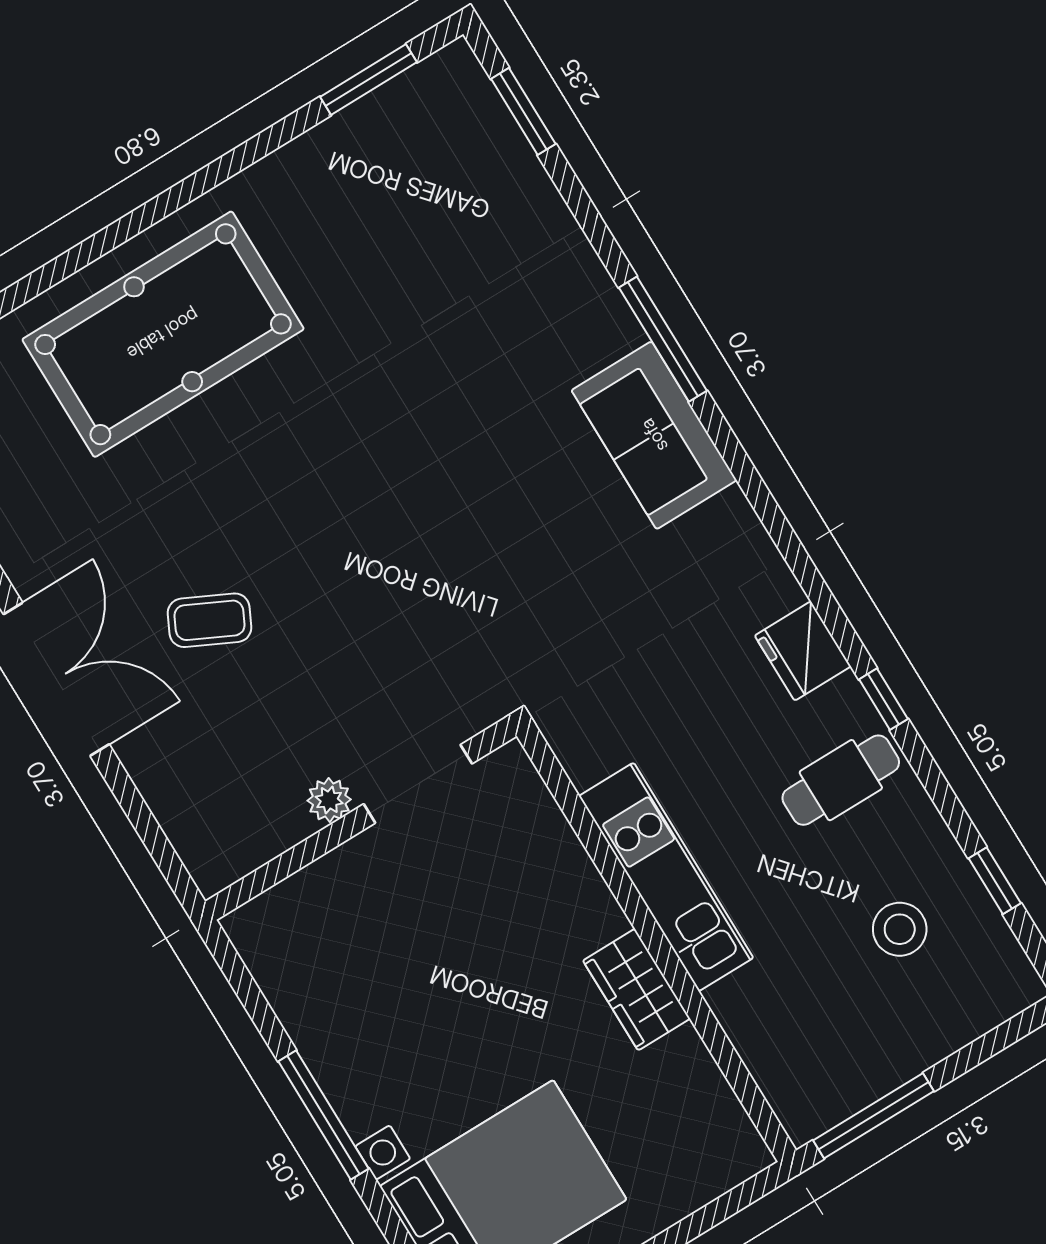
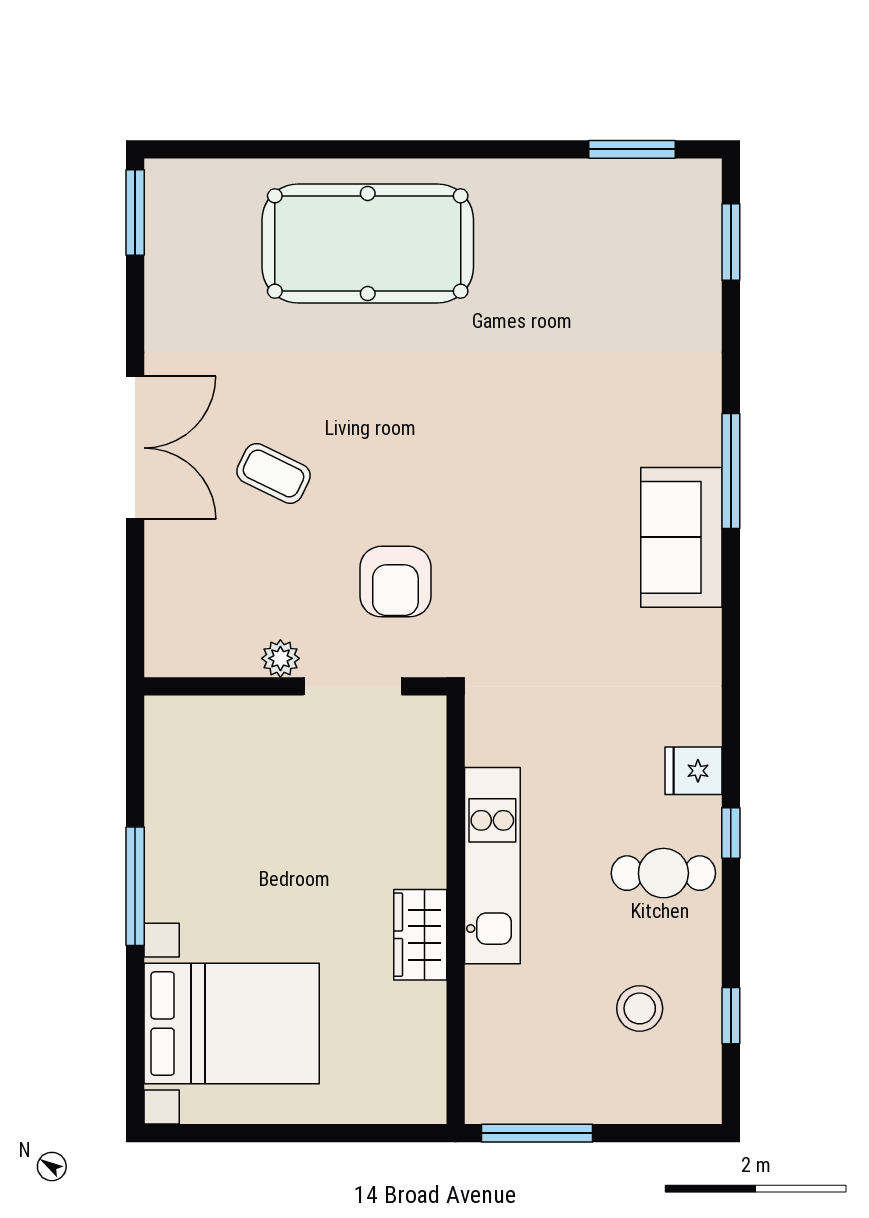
fridge: (803, 651) -> (693, 771), width x0.72
armchair: (397, 654) -> (395, 582), added

